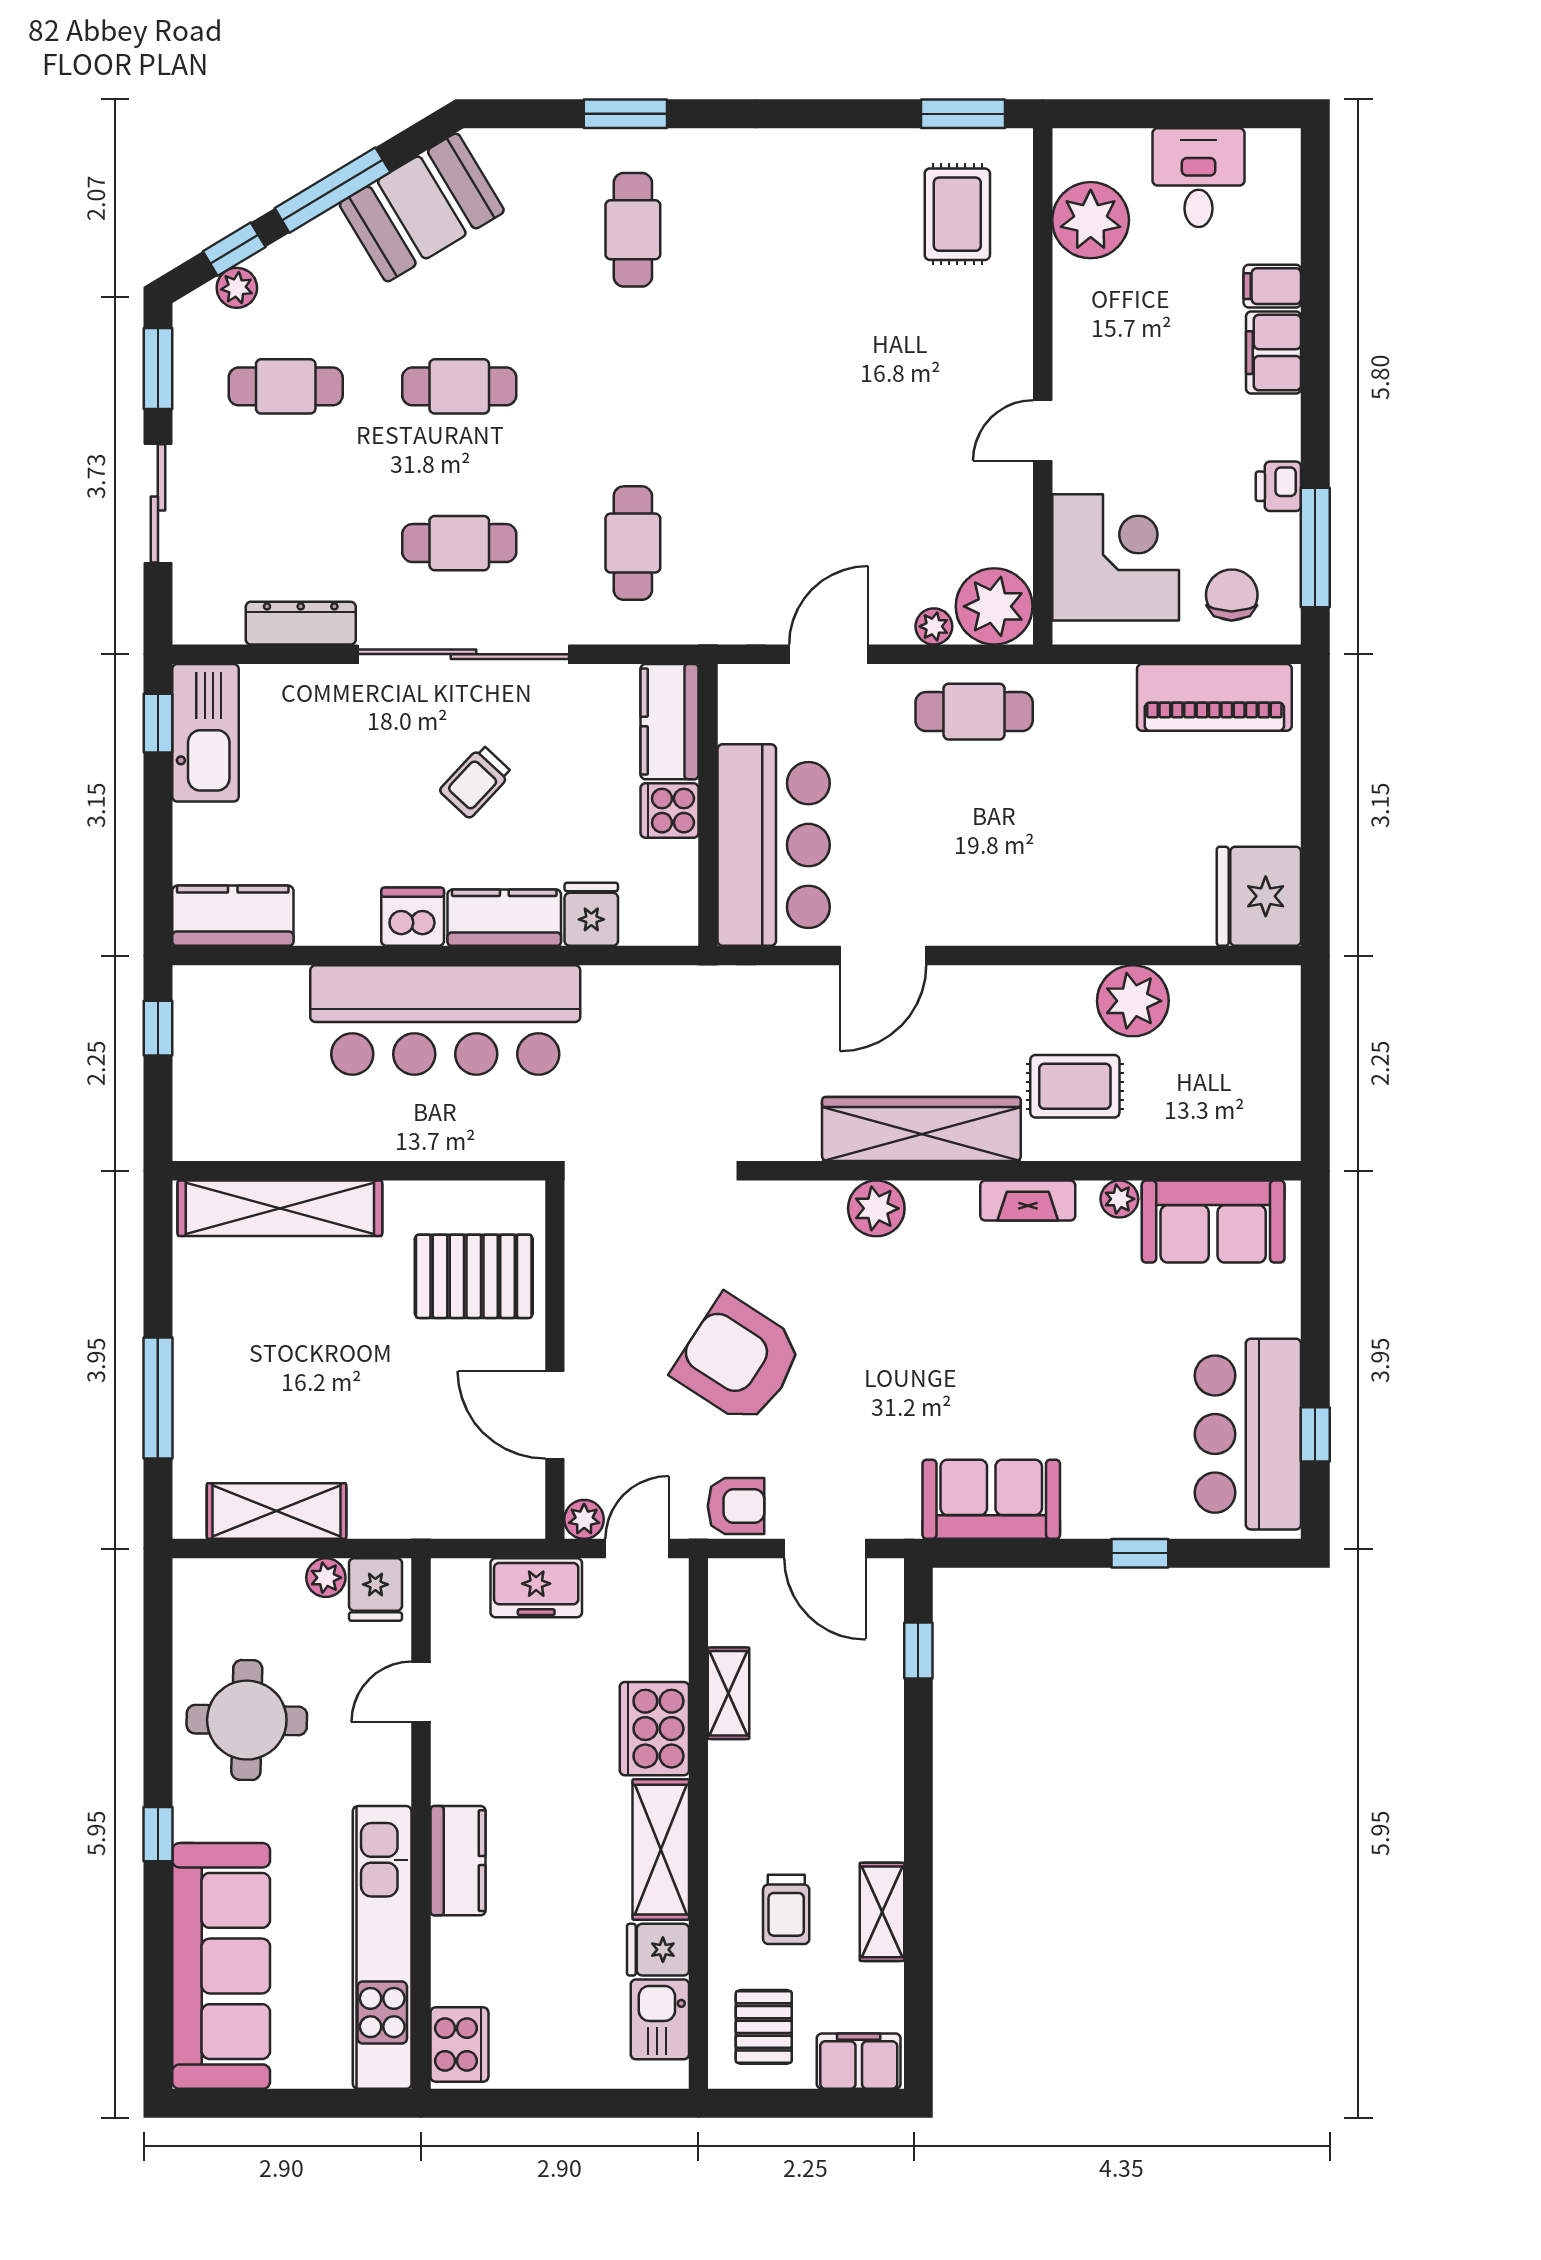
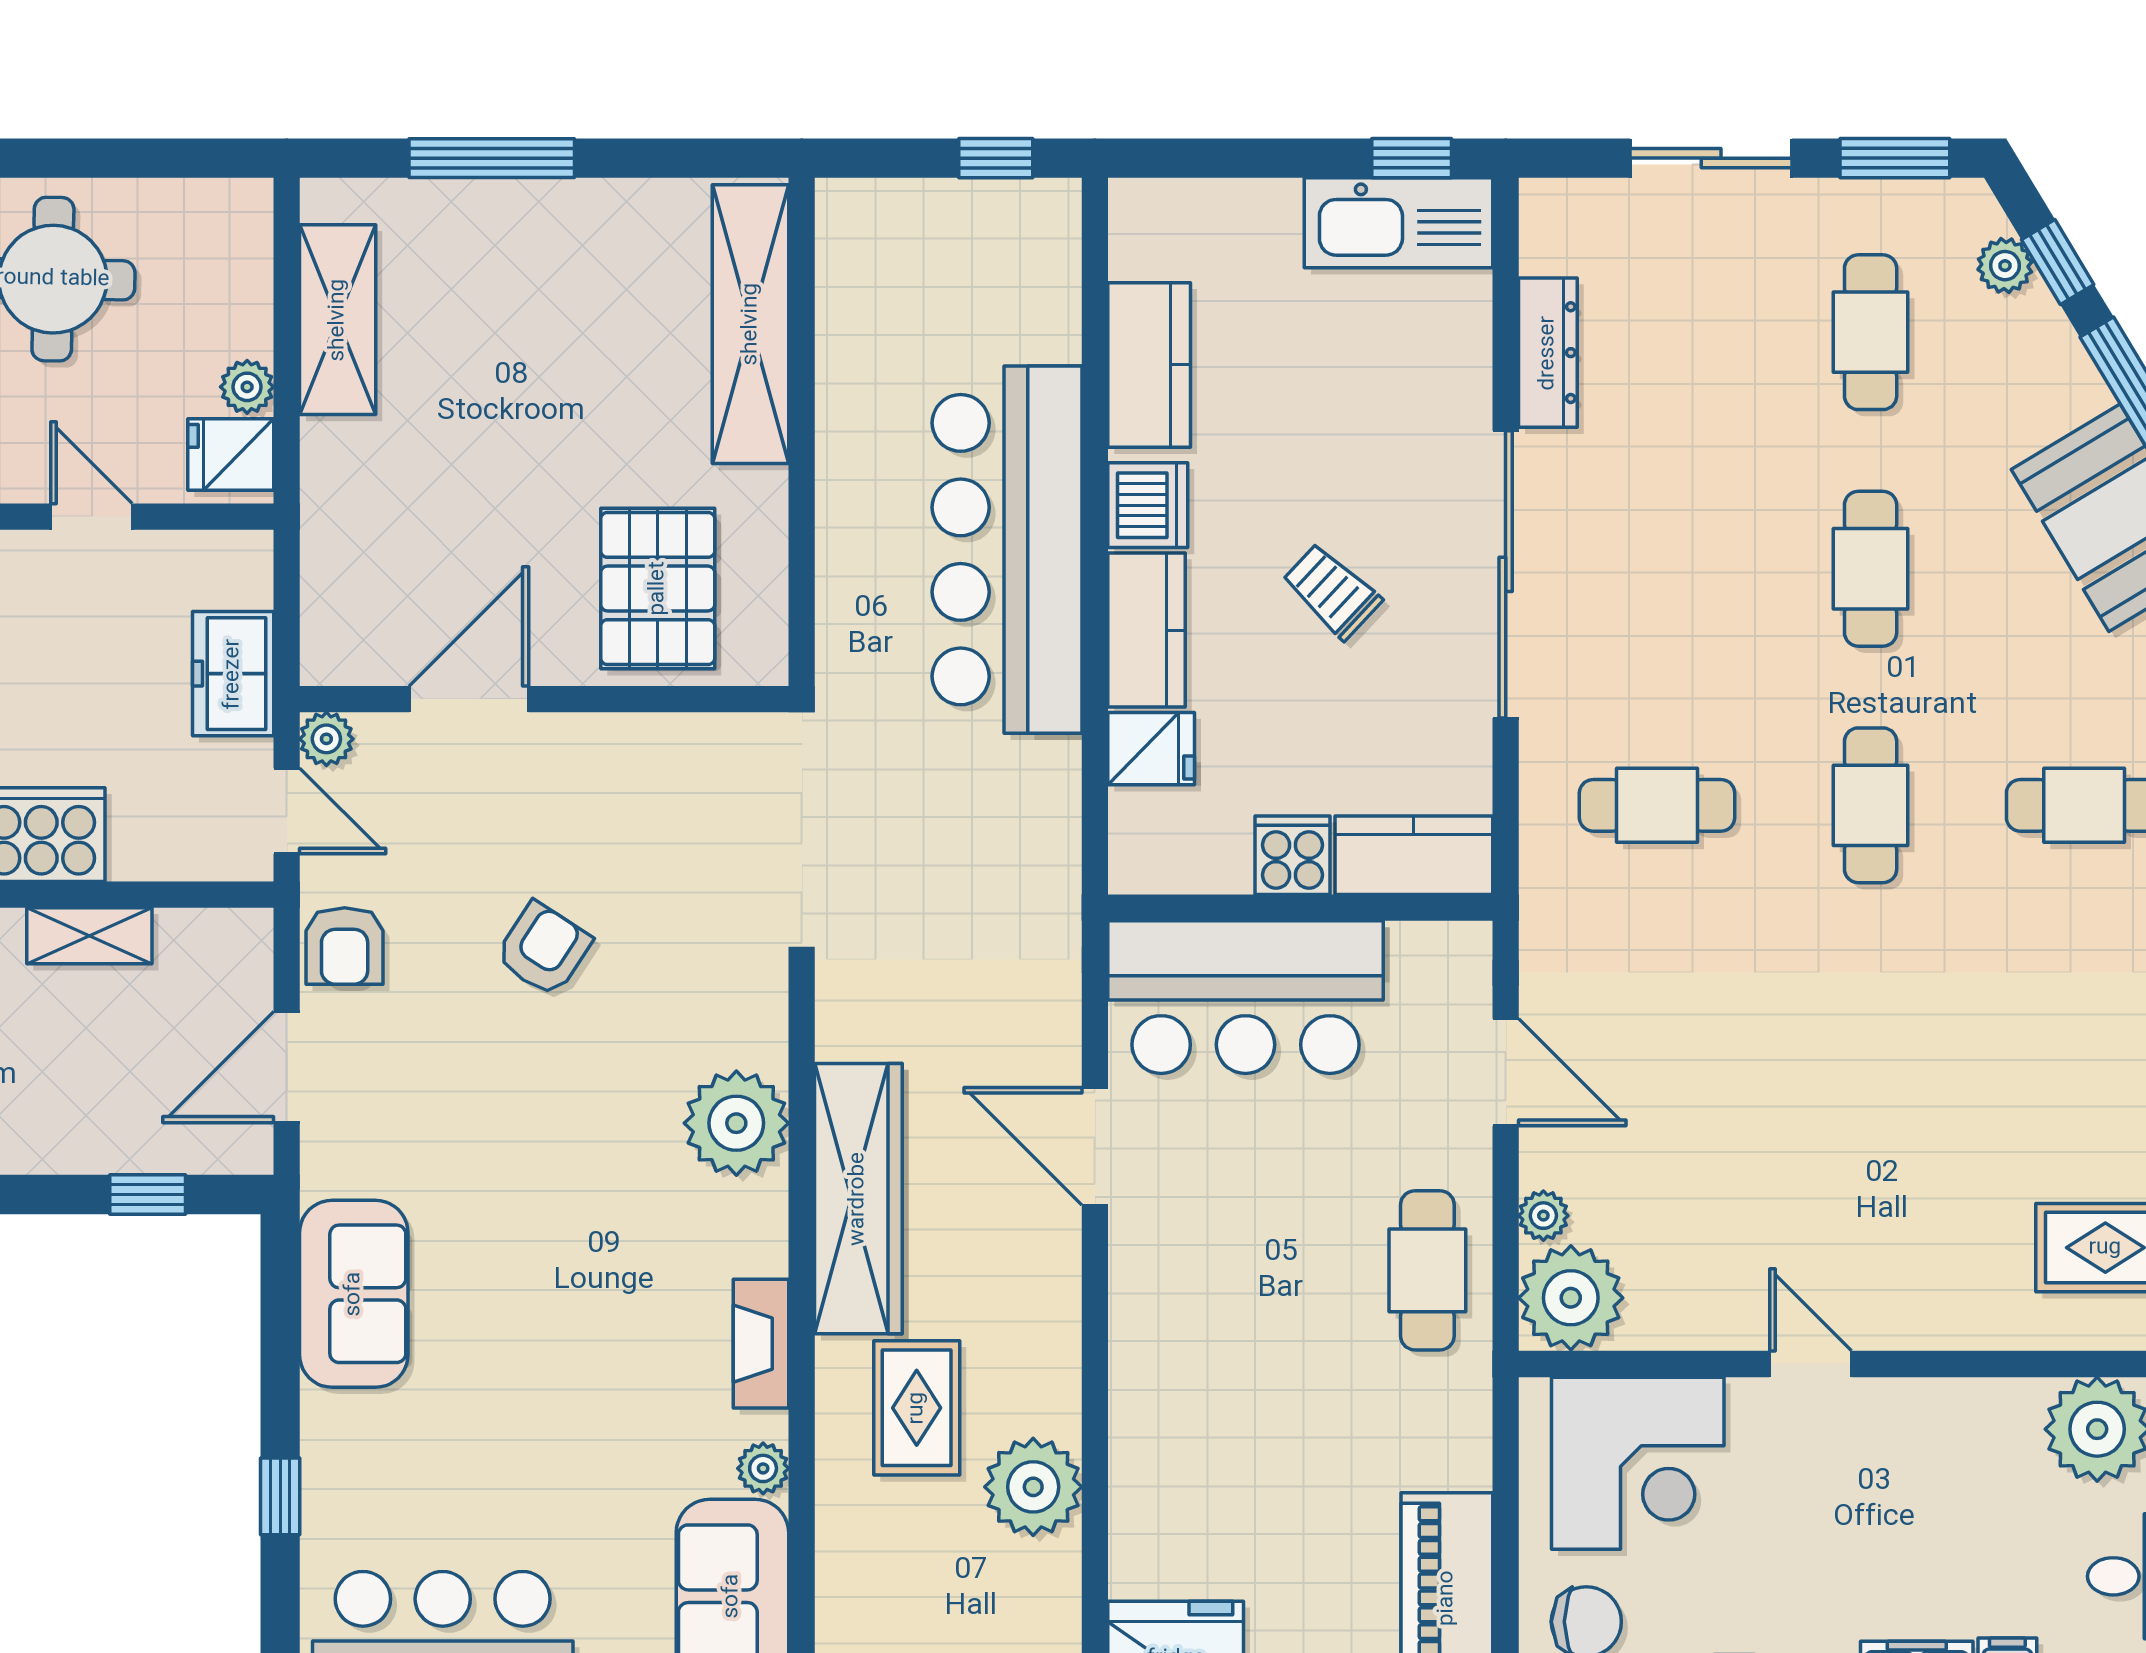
cafe table: (459, 543) -> (1871, 805), moved
kitchen counter: (233, 916) -> (1149, 365), moved
plant: (876, 1208) -> (736, 1123), width x1.36, depth x1.36
armchair: (738, 1360) -> (543, 949), width x0.53, depth x0.53

